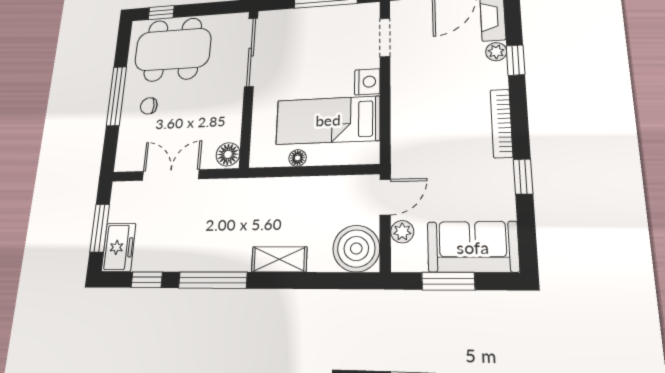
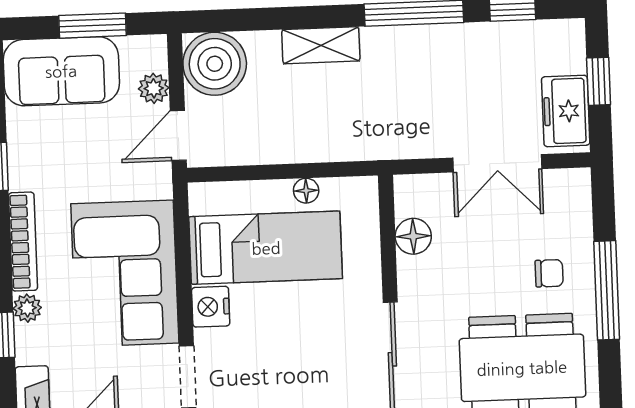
plant: (496, 52) -> (27, 308), moved
corner sofa: (427, 102) -> (125, 273), added
floor lamp: (228, 154) -> (413, 236), moved
window: (100, 228) -> (599, 81), width x0.67
freezer: (119, 247) -> (566, 111), moved

